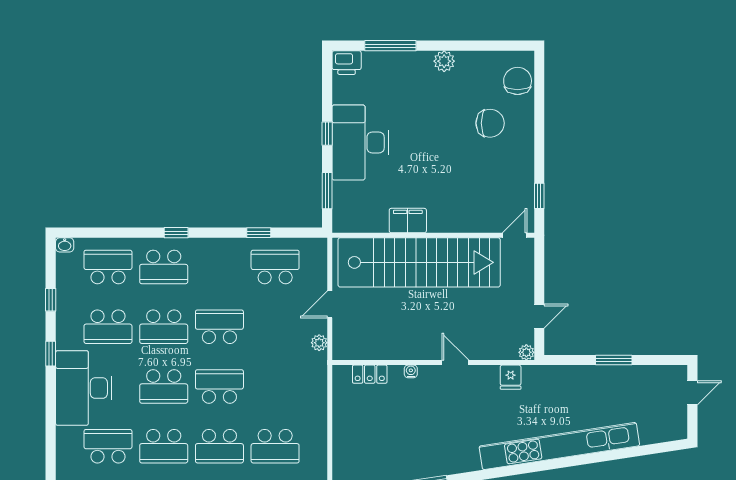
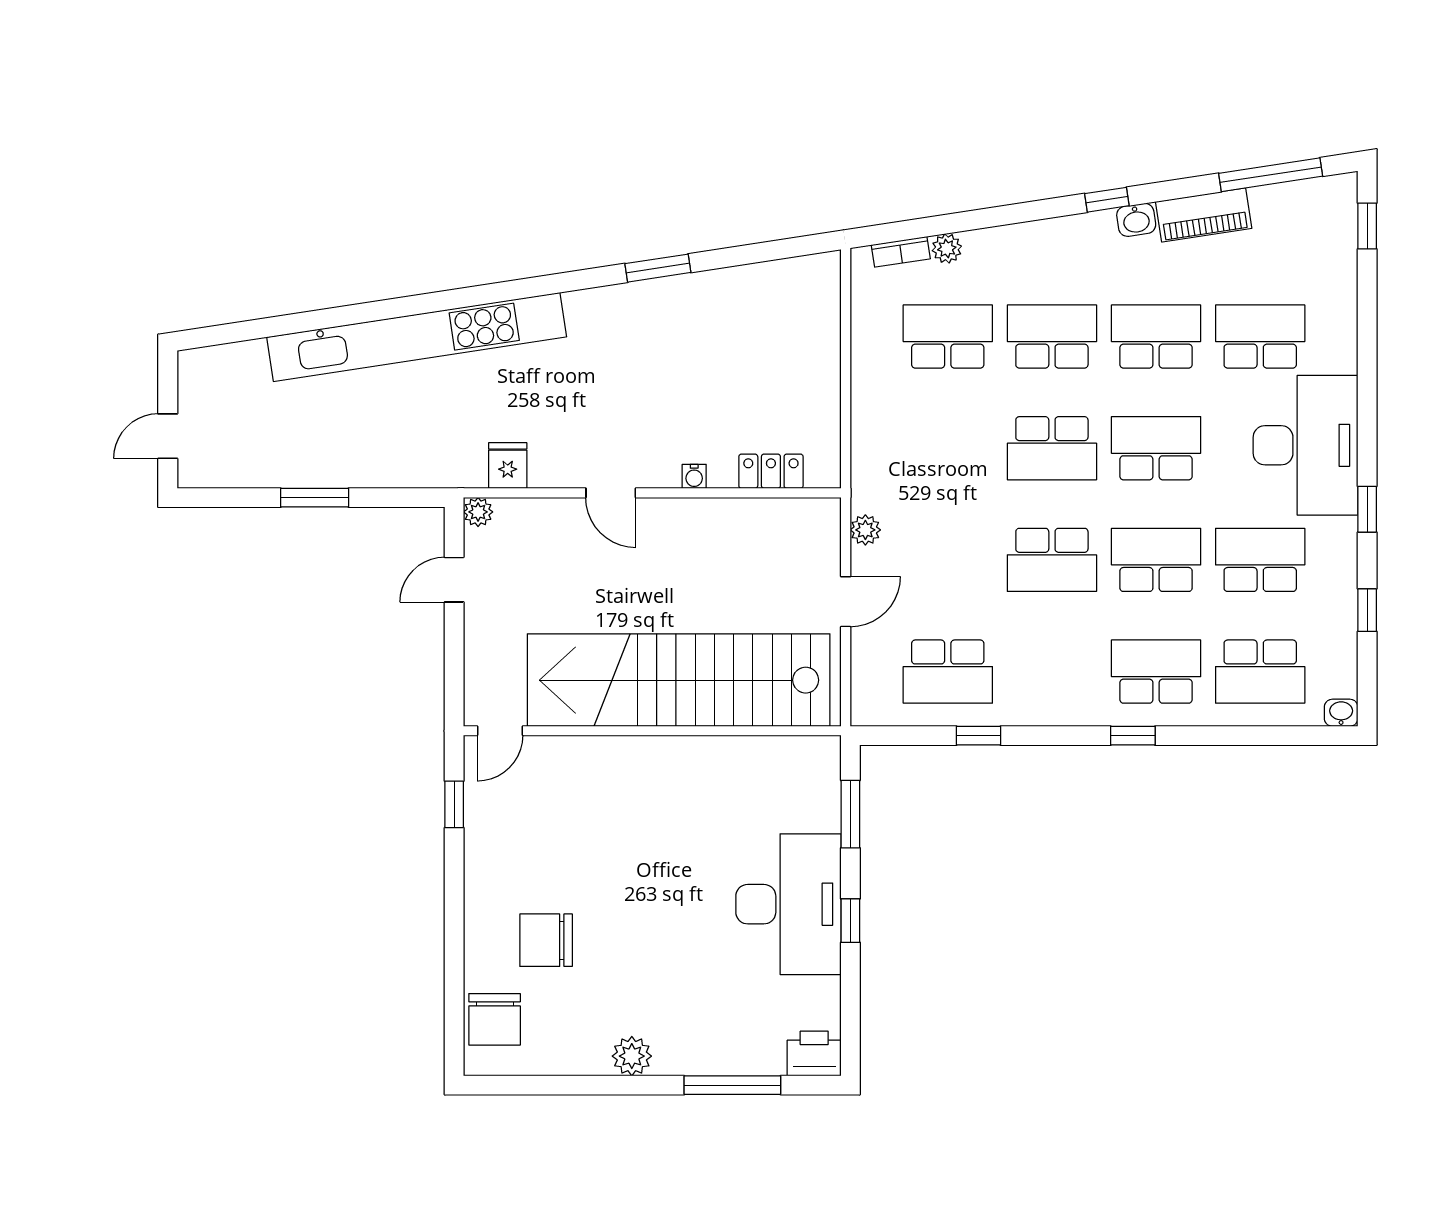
filing cabinet: (408, 221) -> (700, 758), removed
school desk: (108, 446) -> (1260, 337), turned 180

